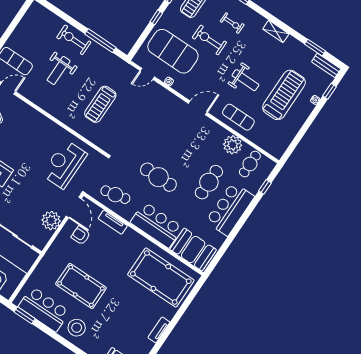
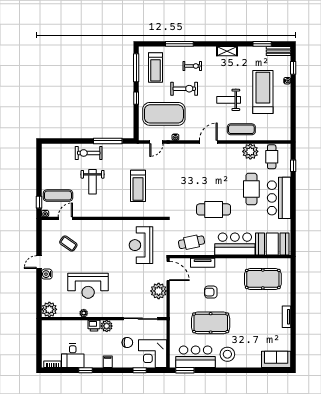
exercise bike: (209, 40) -> (184, 89), turned 180
weight bench: (245, 80) -> (229, 100), turned 180
armchair: (81, 235) -> (211, 292), moved
pool table: (161, 278) -> (263, 279), width x0.73, depth x0.76

